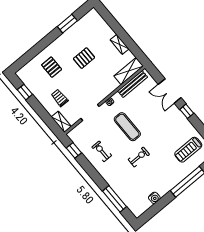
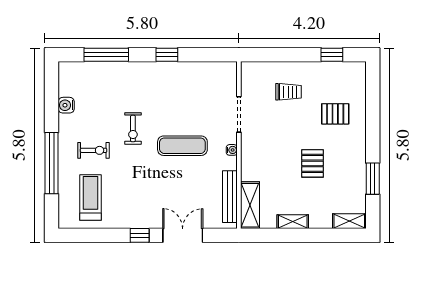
shelving: (61, 122) -> (349, 221), moved
window: (74, 150) -> (167, 55), moved
exercise bike: (102, 151) -> (94, 150), moved

